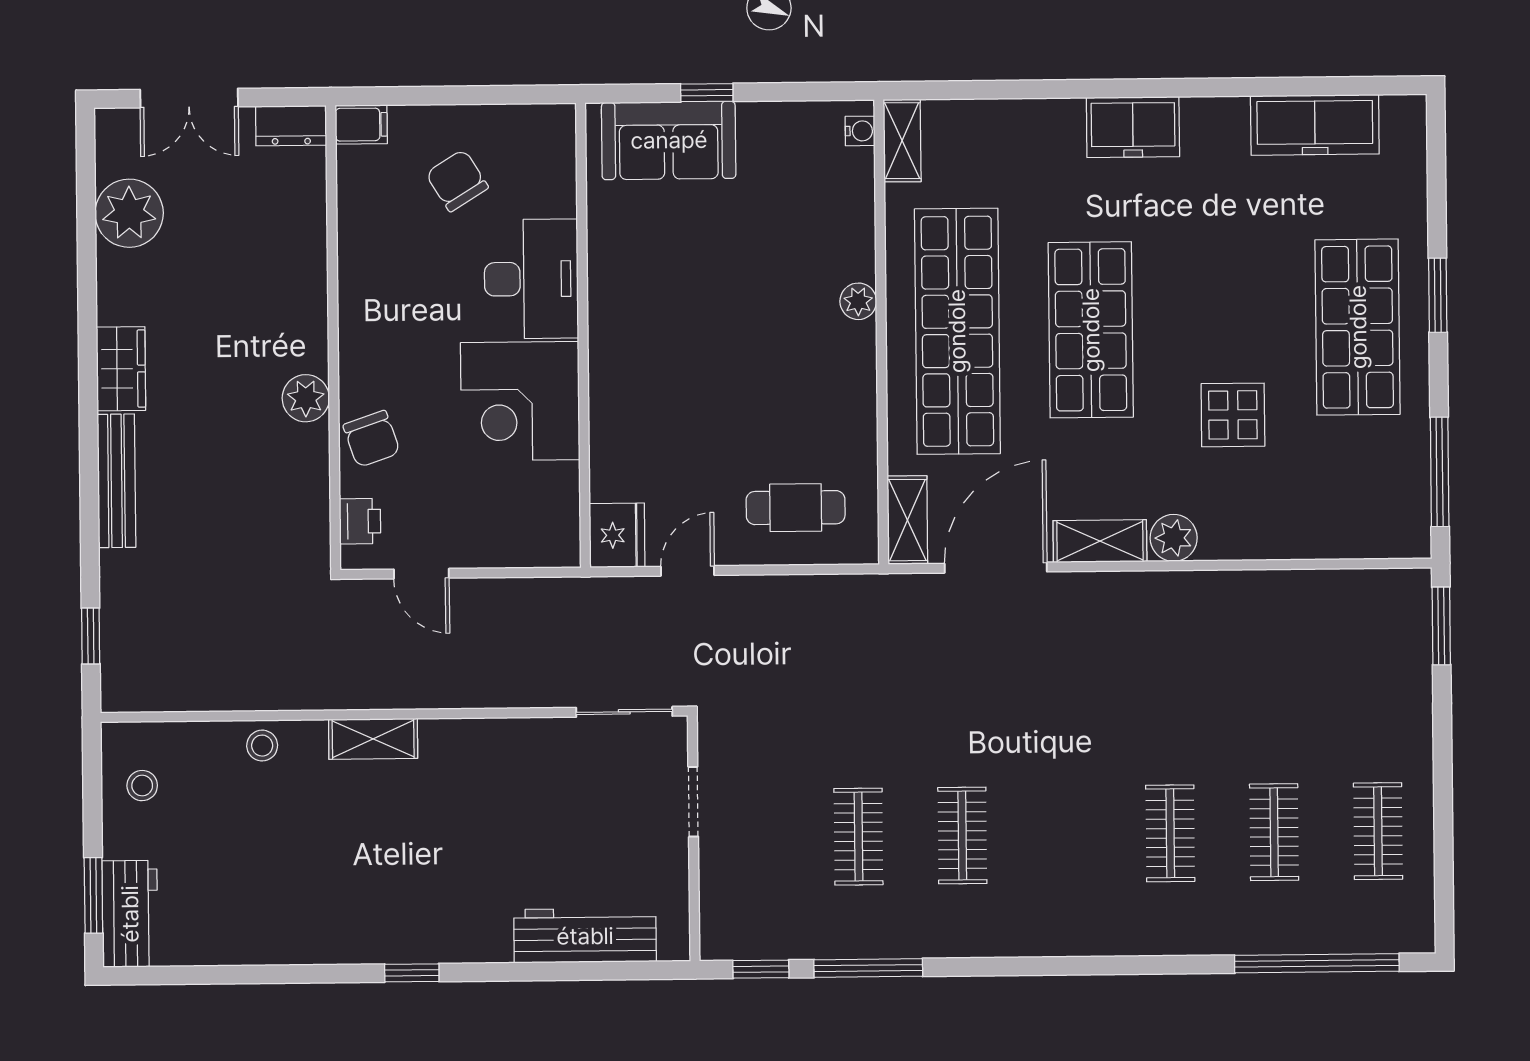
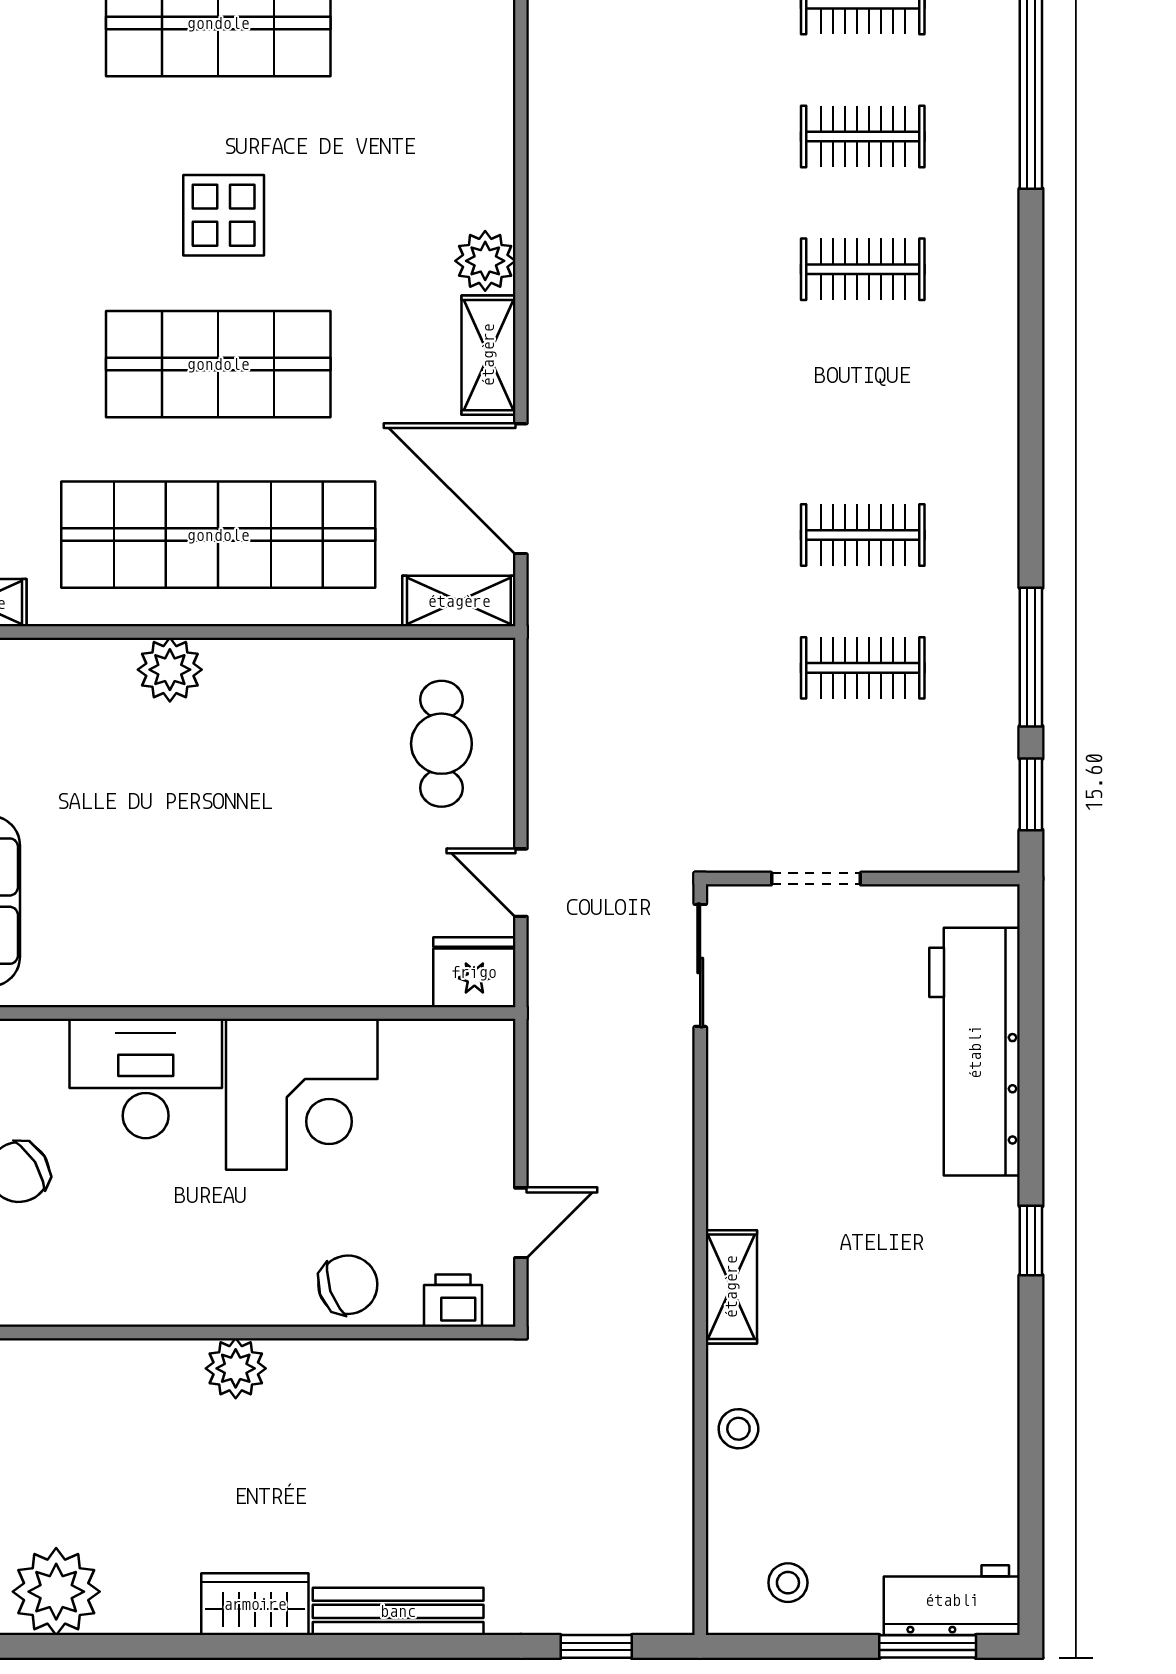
plant: (858, 301) -> (170, 670), width x1.38, depth x1.38
plant: (306, 398) -> (236, 1368), moved
display table: (1233, 415) -> (224, 215), moved
workbench: (585, 936) -> (975, 1052), width x1.36, depth x1.32

